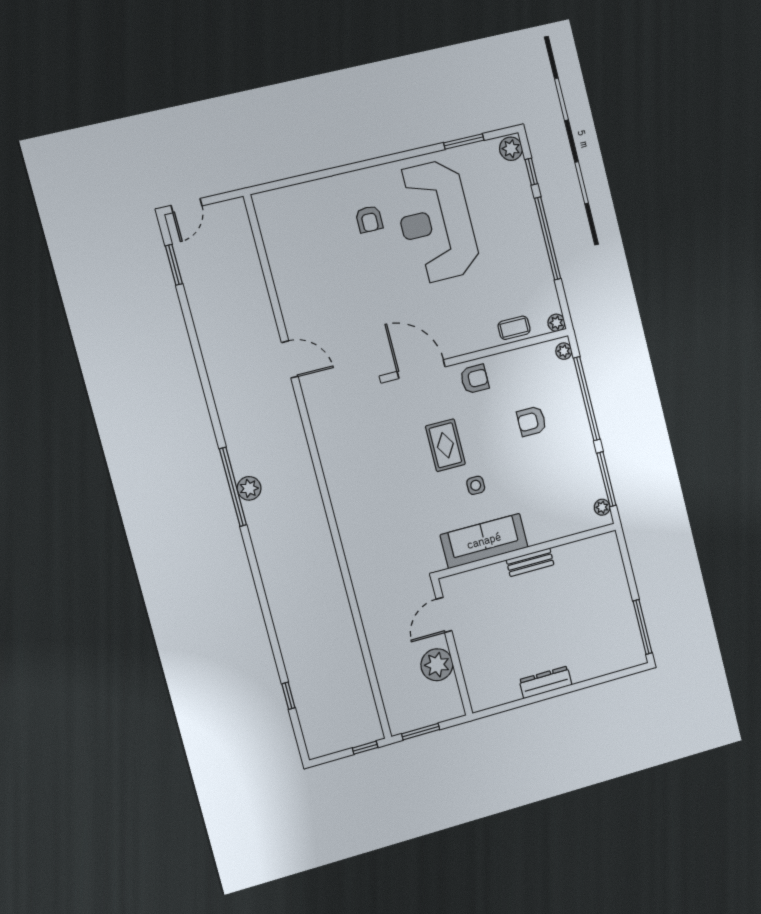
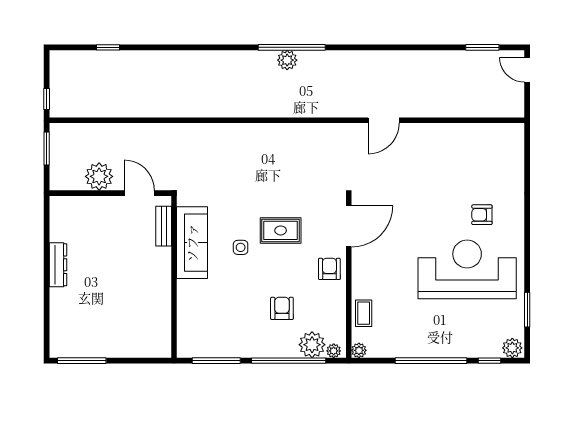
armchair: (474, 379) -> (329, 269), turned 180
plant: (602, 507) -> (312, 345), moved, width x1.87, depth x1.87
bench: (530, 562) -> (164, 226), moved

